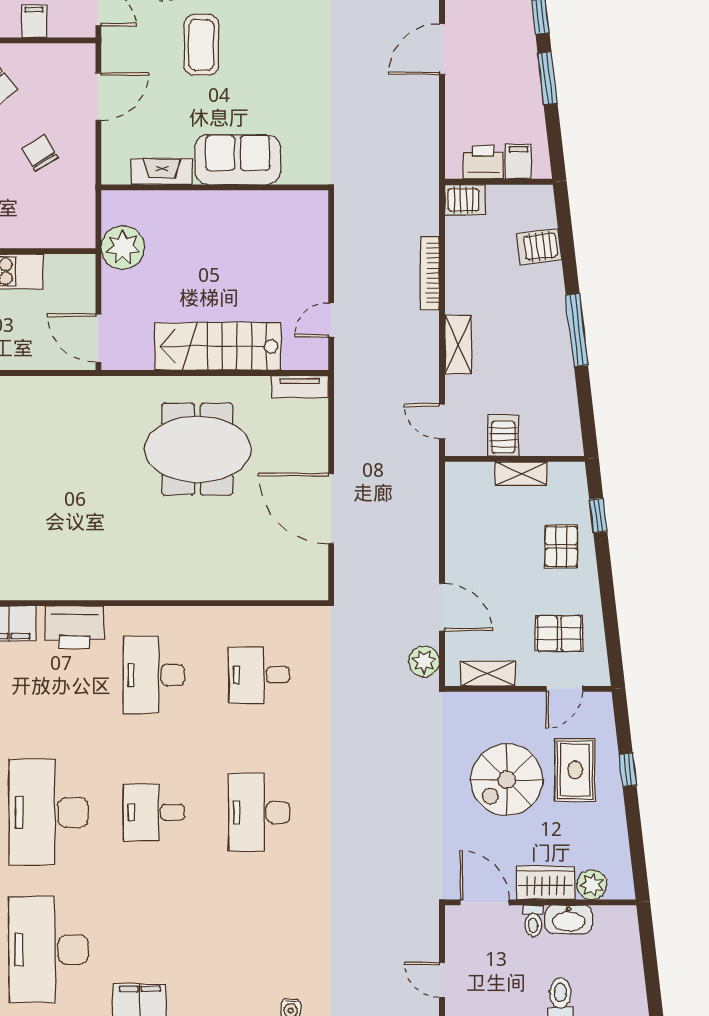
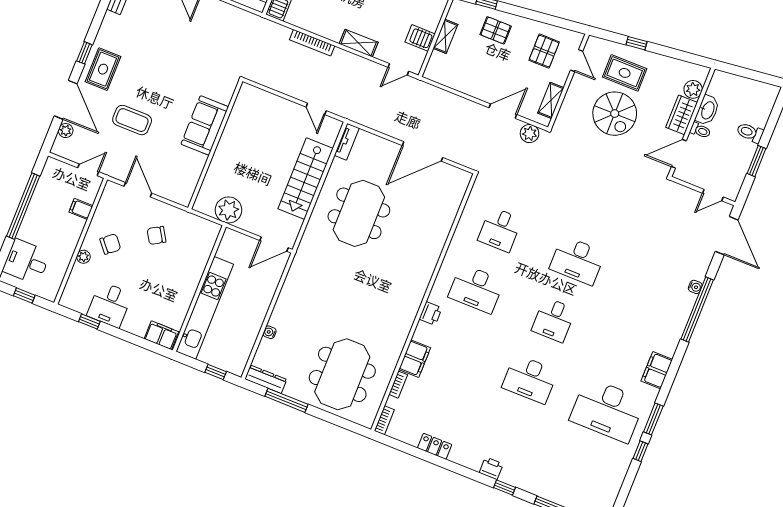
fireplace: (162, 172) -> (194, 171), removed
printer: (74, 627) -> (431, 313), width x0.53, depth x0.68
desk: (48, 812) -> (530, 379), width x0.73, depth x0.77

